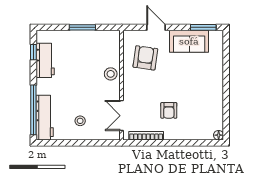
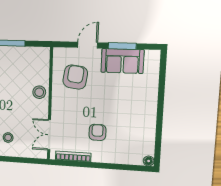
door: (156, 27) -> (88, 45), hinge flipped
window: (203, 27) -> (122, 46), moved
armchair: (169, 110) -> (97, 132), turned 180

